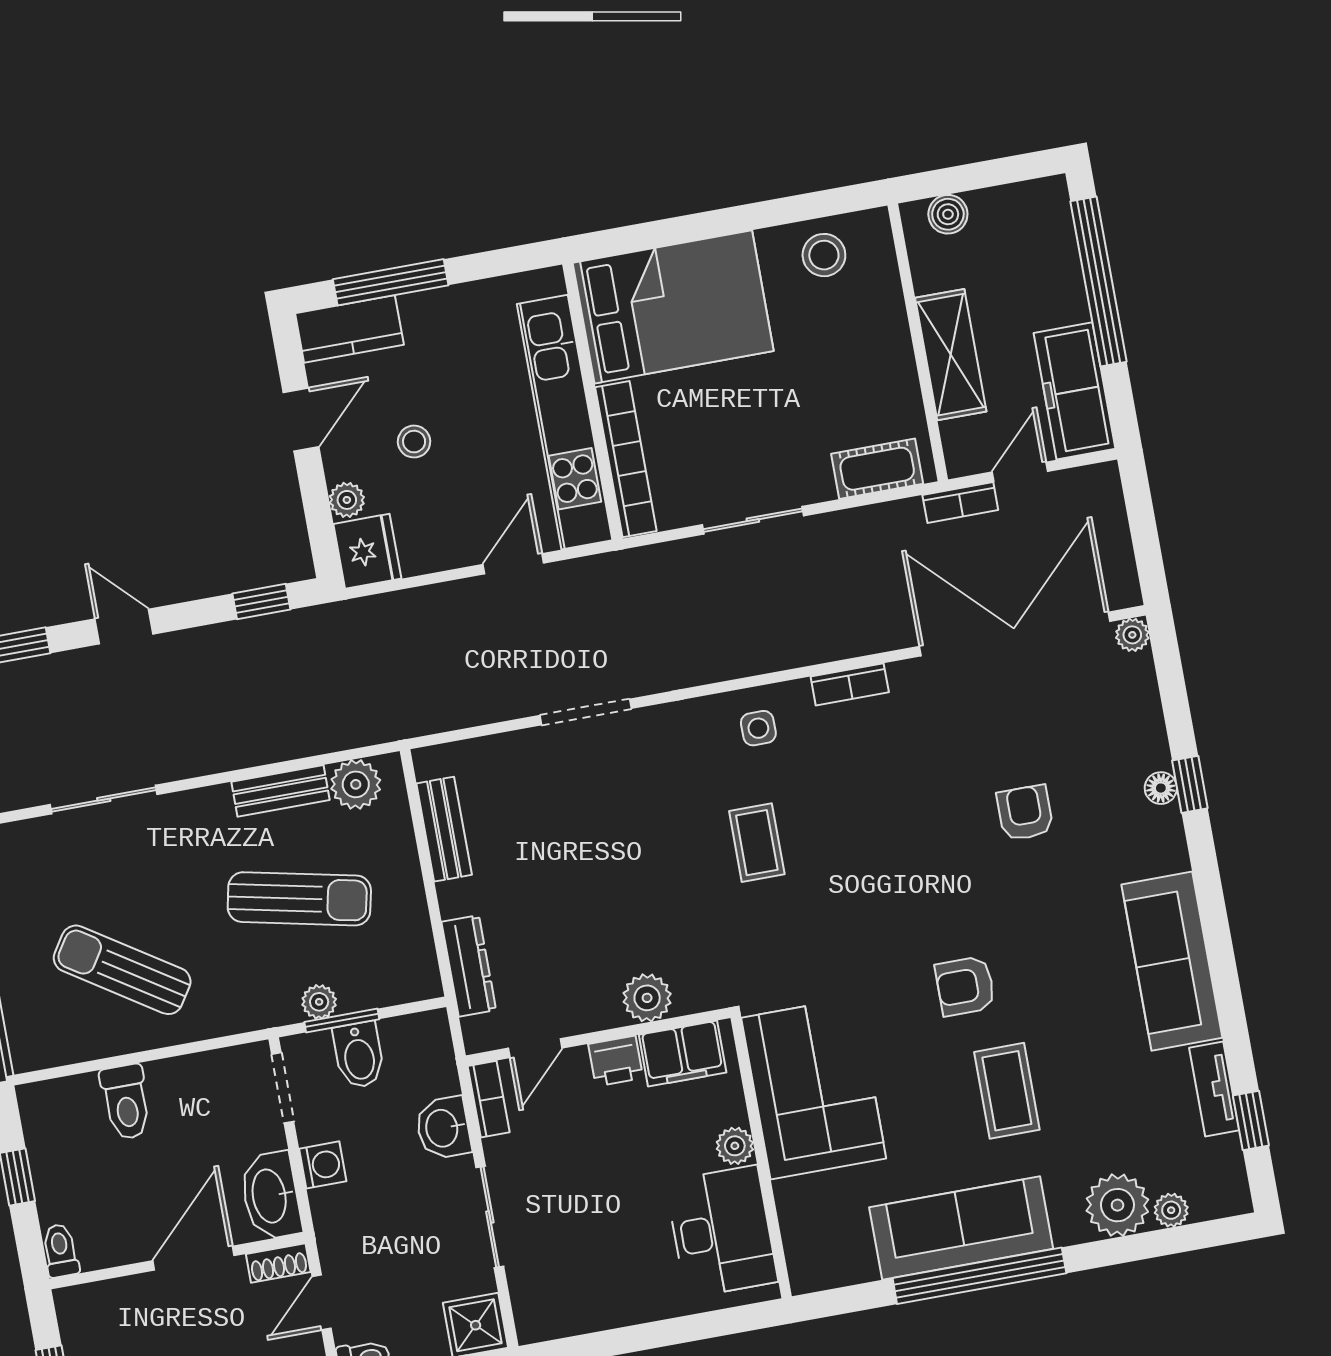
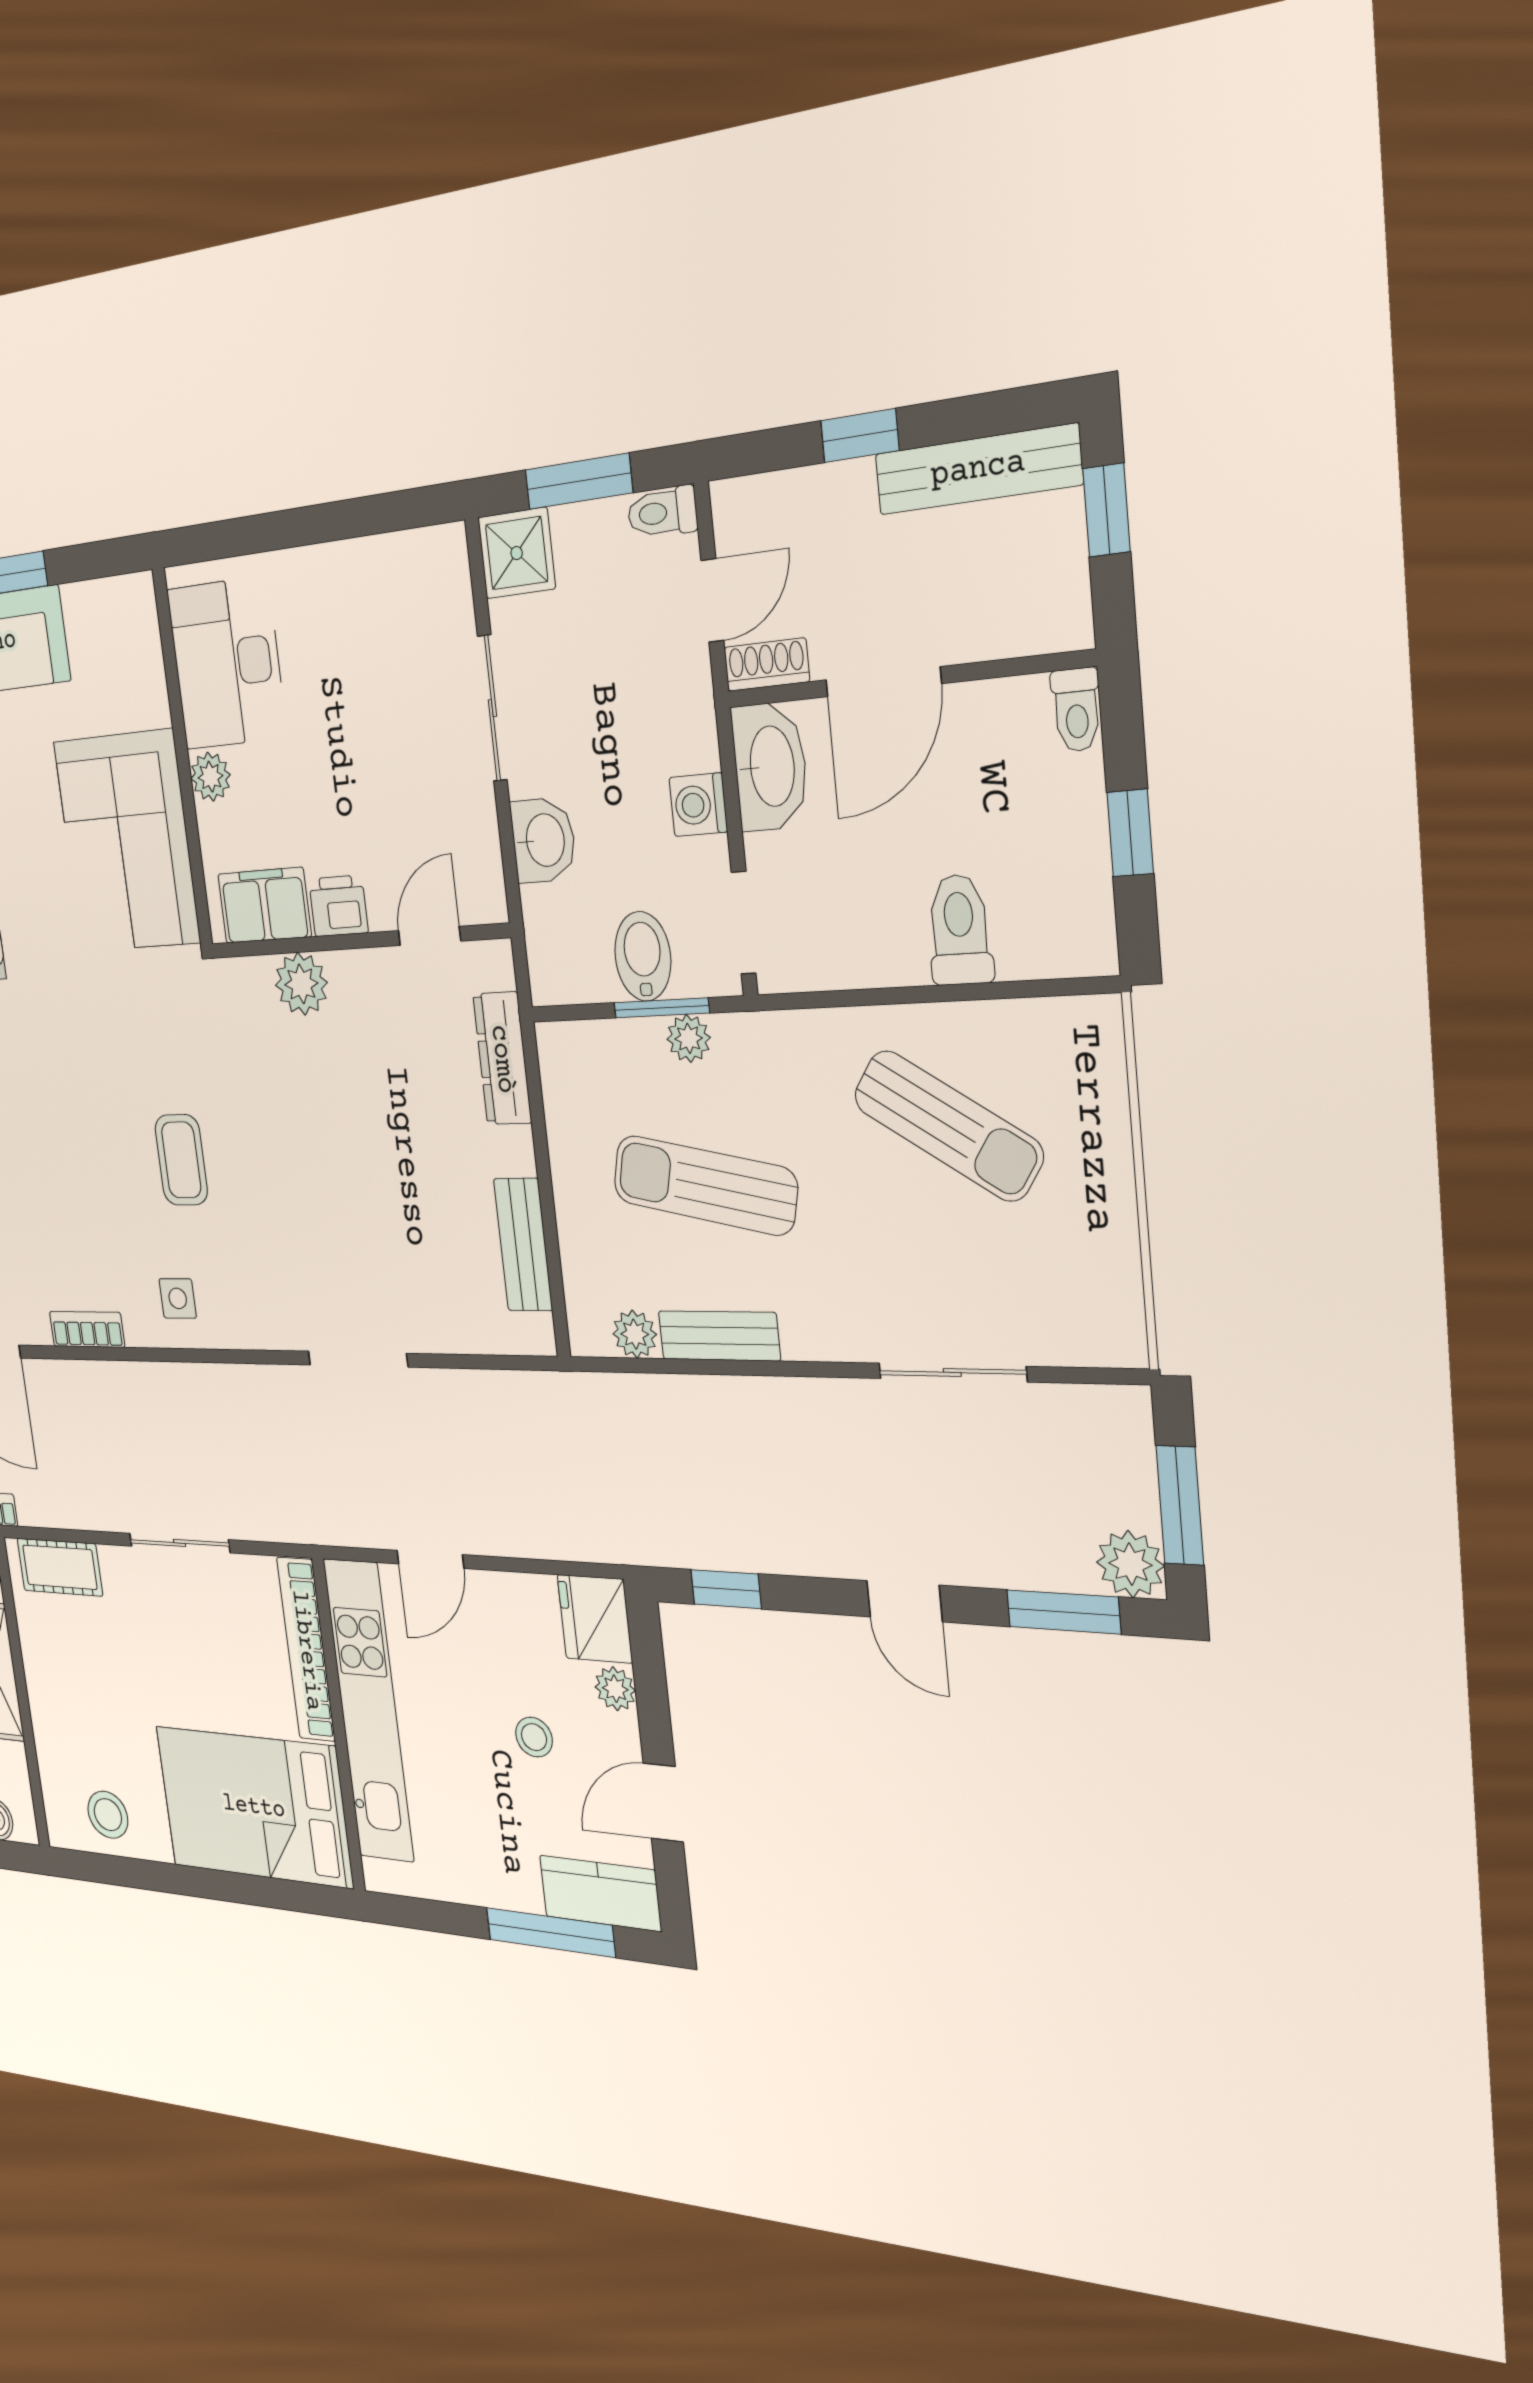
plant: (356, 784) -> (635, 1334), width x0.73, depth x0.73
bookcase: (489, 1099) -> (487, 874), removed

